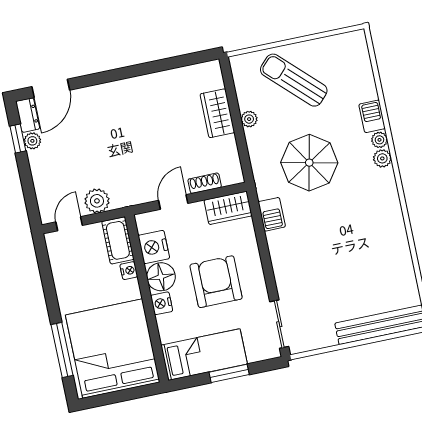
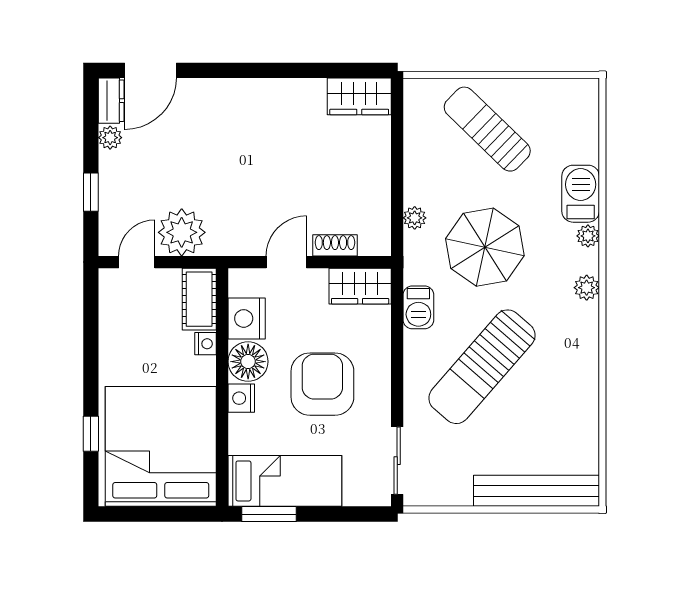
wardrobe: (217, 113) -> (359, 96), moved, turned -90
barbecue: (372, 116) -> (581, 194), width x1.38, depth x1.27
plant: (249, 119) -> (415, 218), moved
window: (18, 138) -> (91, 192), moved
plant: (382, 158) -> (587, 288), moved
plant: (97, 201) -> (182, 232), width x1.36, depth x1.36
sun lounger: (325, 246) -> (482, 367), added
window: (62, 350) -> (91, 434), width x0.46
window: (229, 373) -> (269, 514), moved

